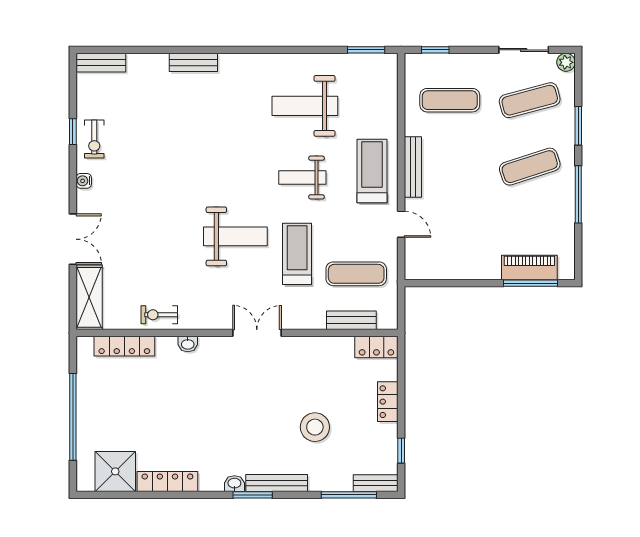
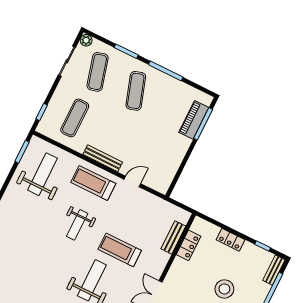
weight bench: (305, 106) -> (43, 174), moved, turned 180
exercise mat: (356, 274) -> (148, 221), removed
locker: (376, 347) -> (189, 245), moved

